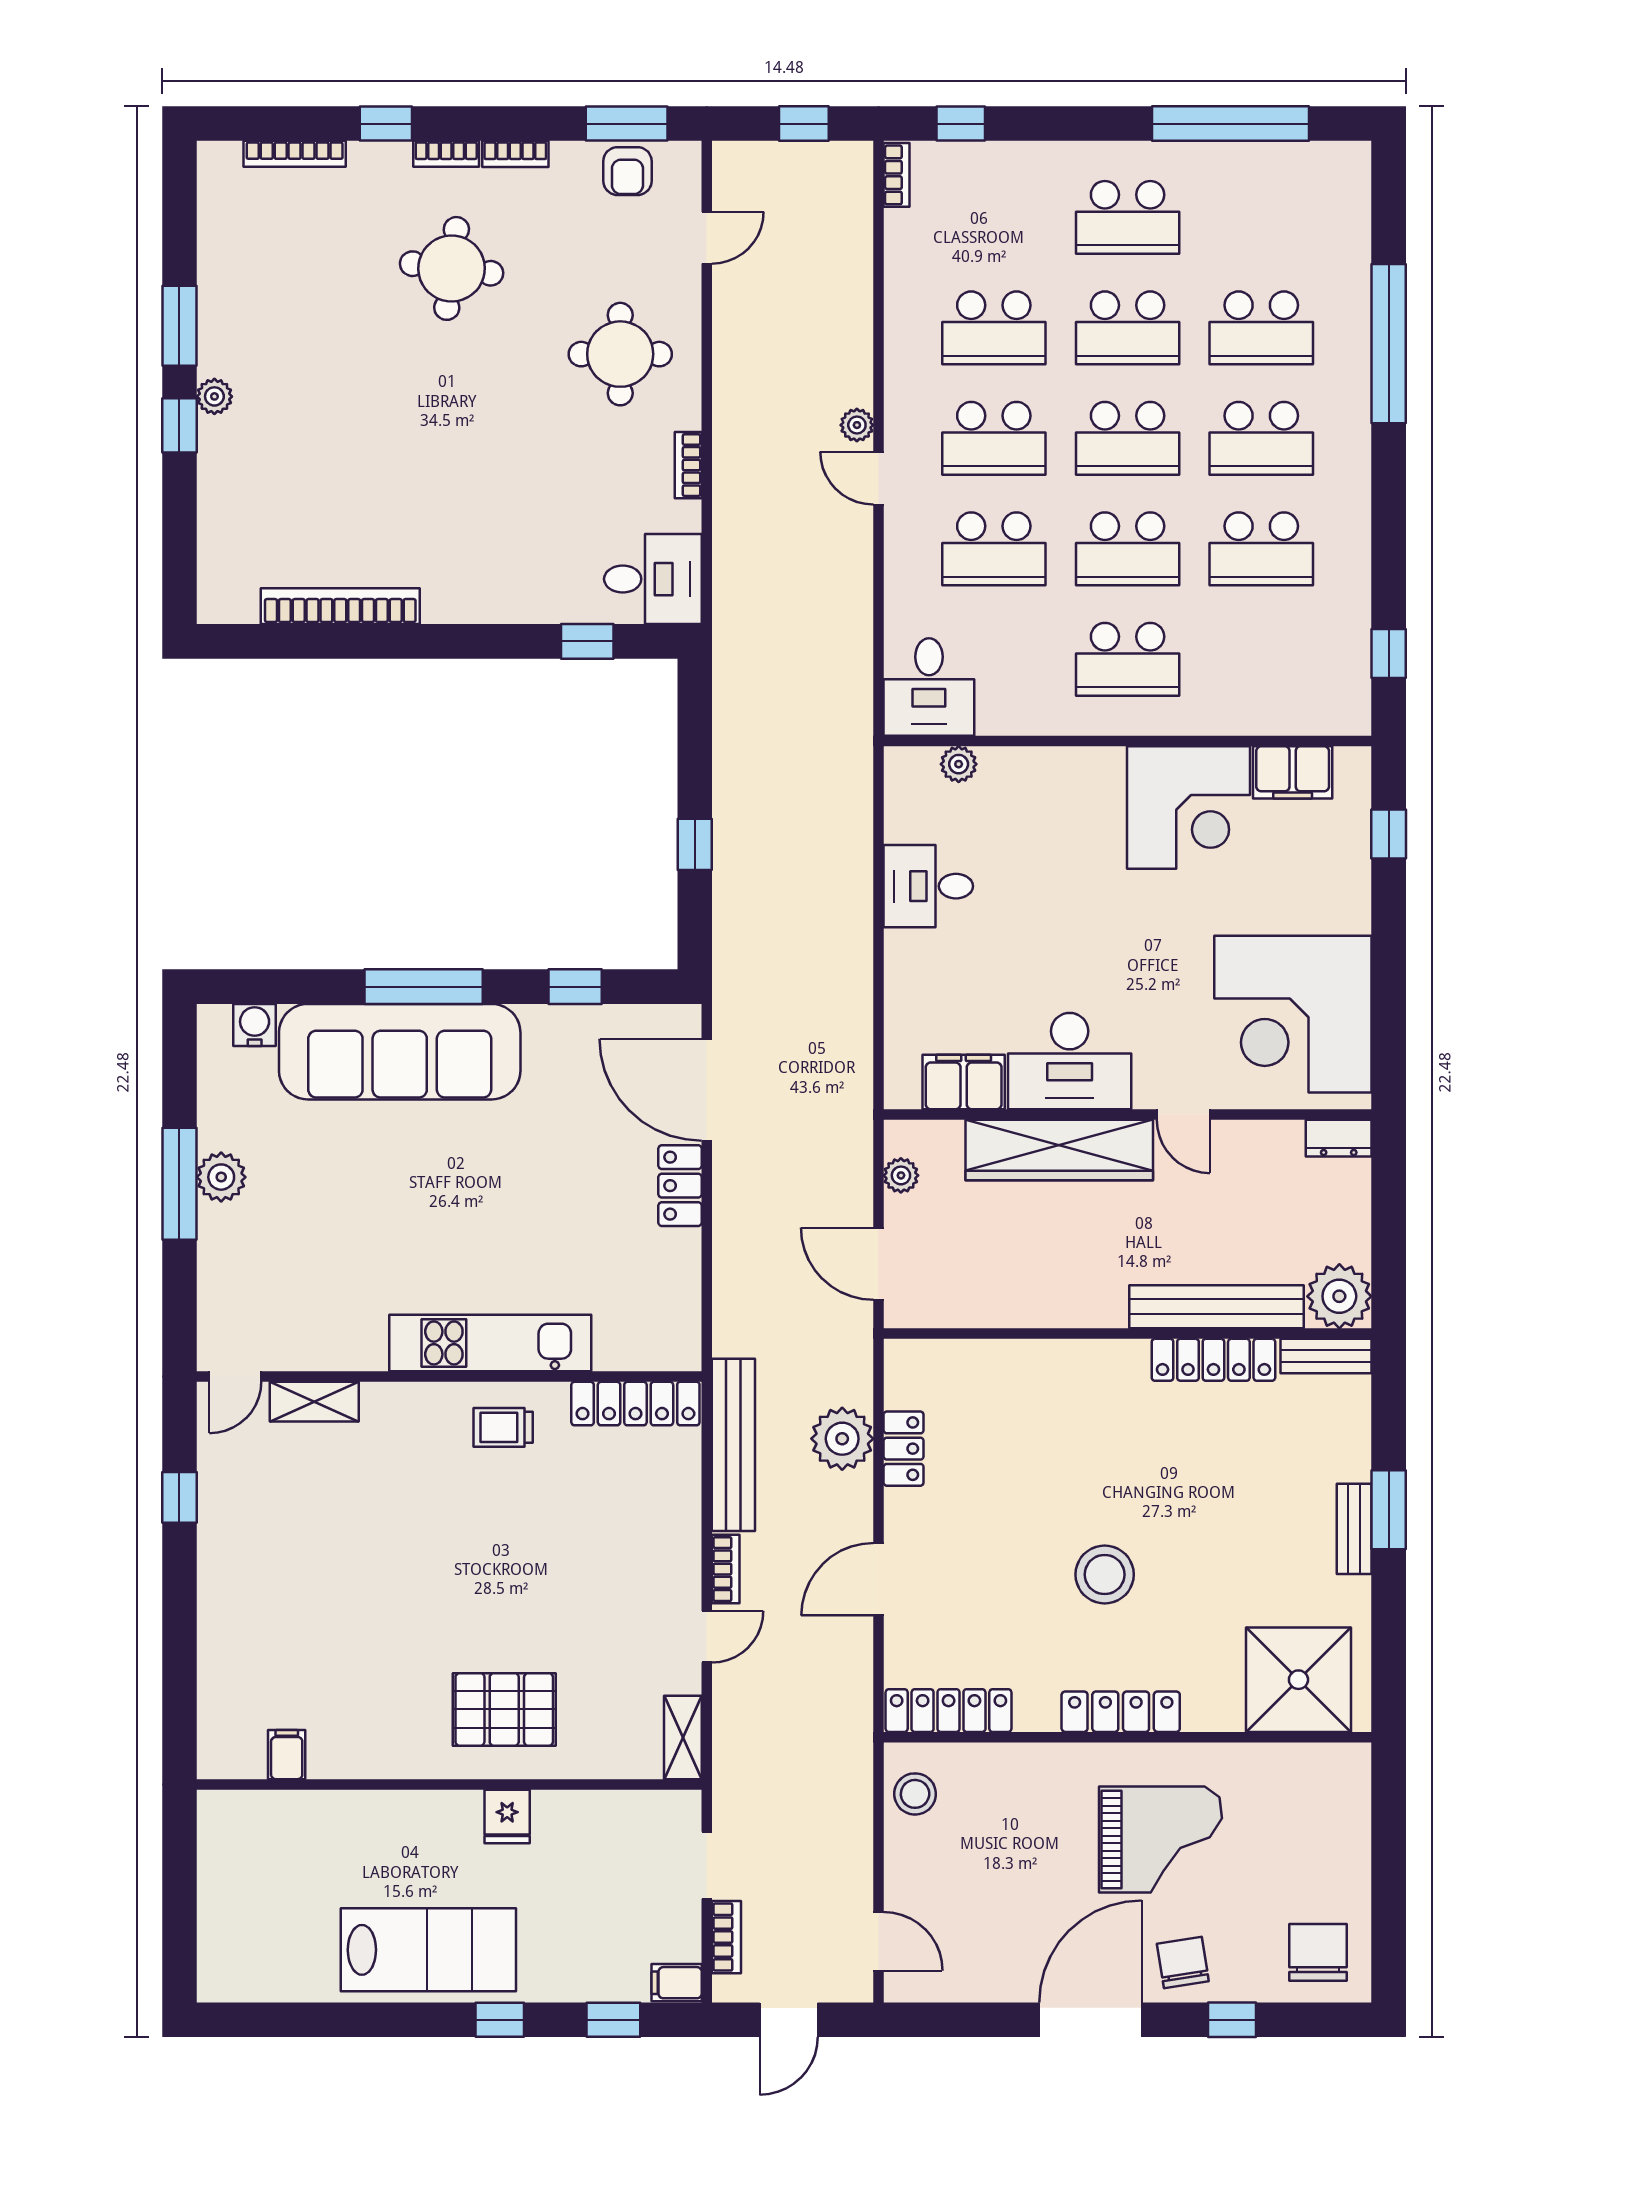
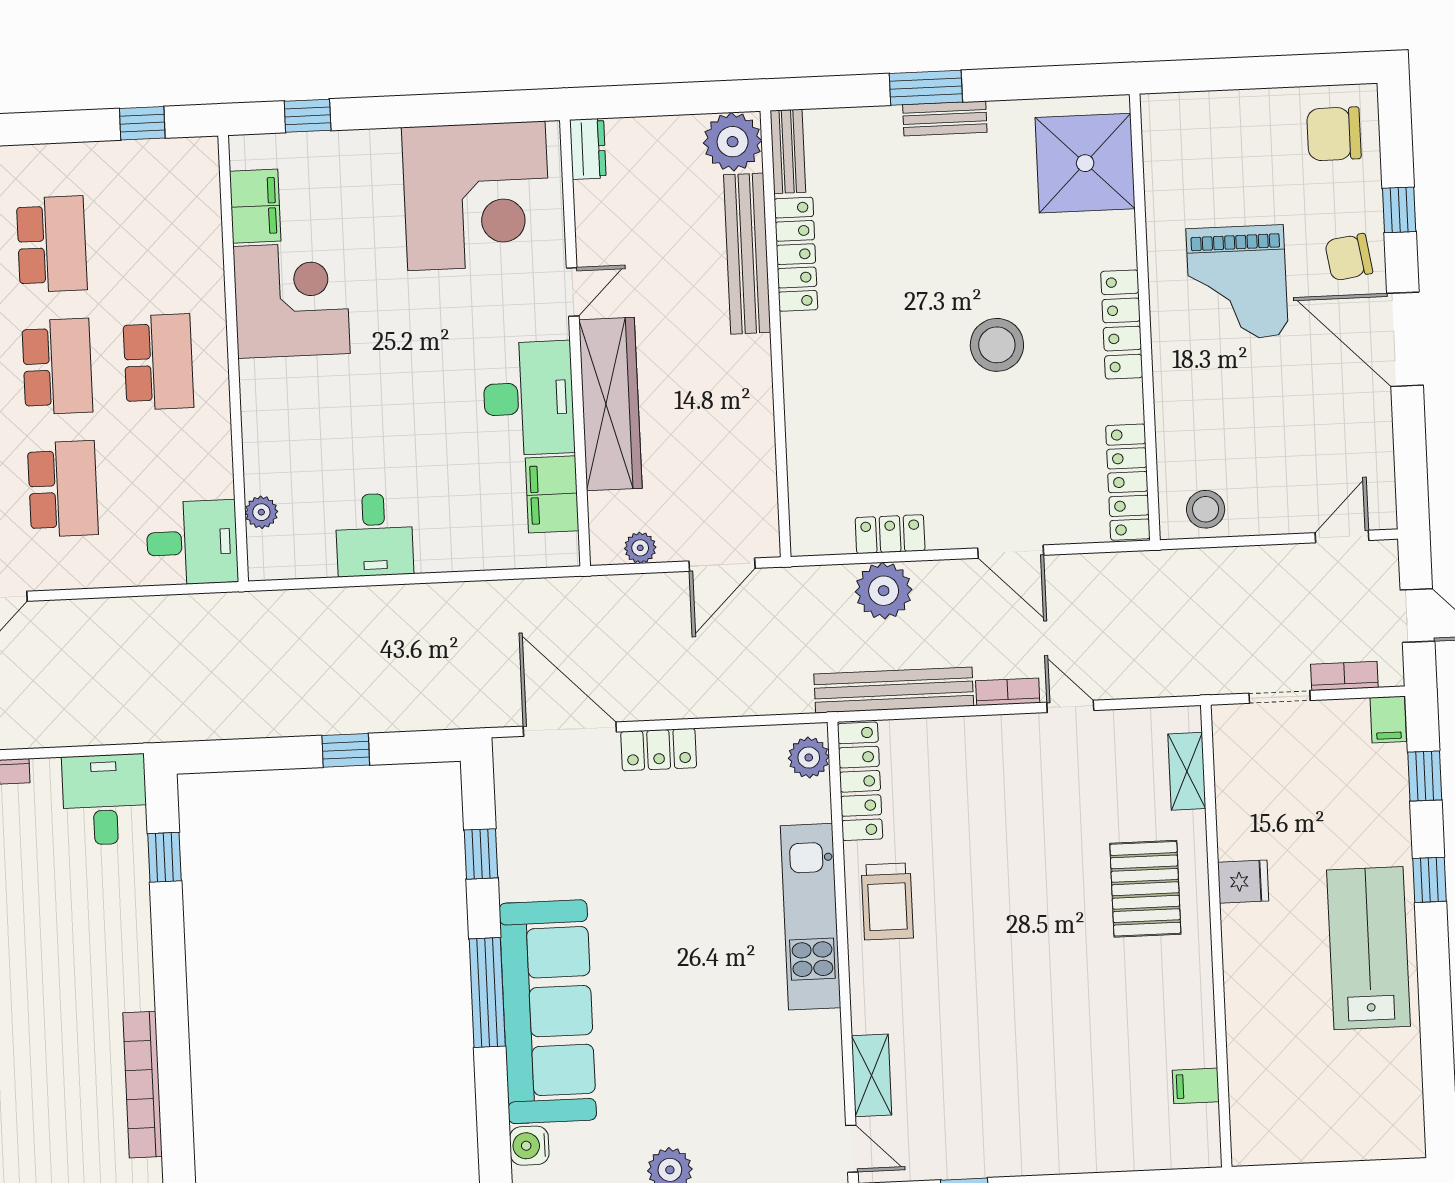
door: (707, 1090) -> (570, 729), swing flipped
plant: (664, 1349) -> (809, 758), added
trolley: (503, 1427) -> (887, 901), width x1.36, depth x1.39
shelving: (683, 1737) -> (1187, 771), moved, turned 90
grand piano: (1161, 1840) -> (1237, 283), turned 180

